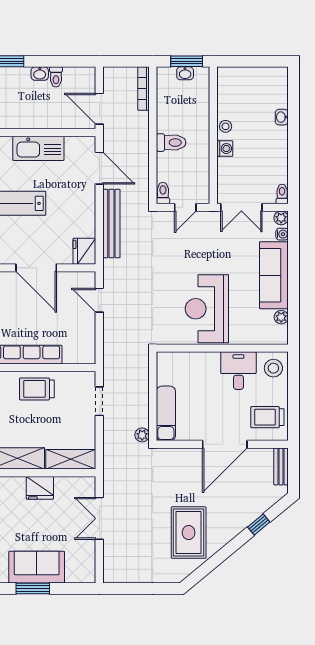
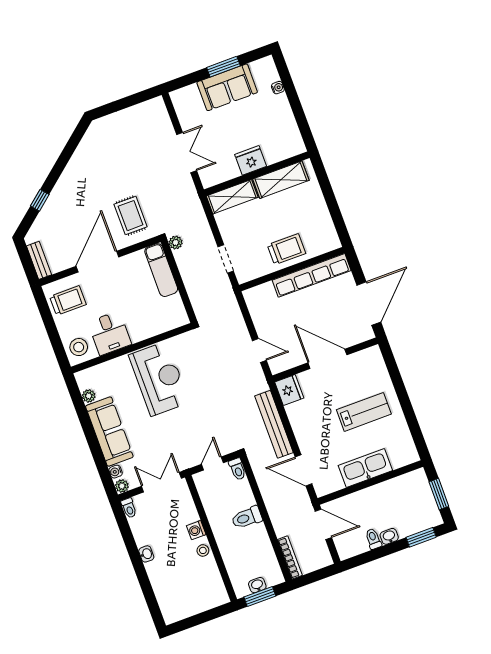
washbasin: (282, 117) -> (146, 554), moved
rug: (189, 533) -> (131, 216), moved, width x0.73, depth x0.70

